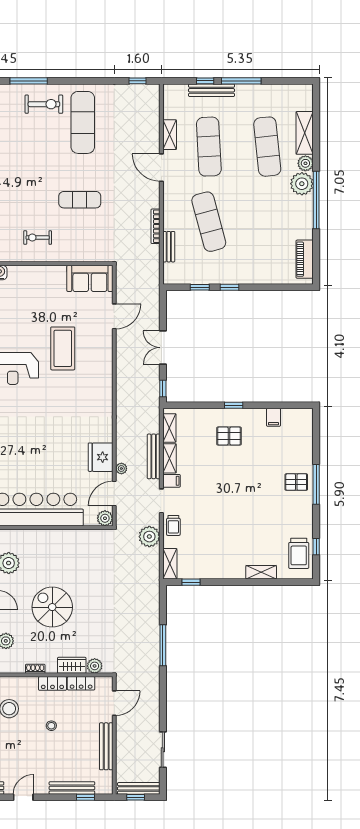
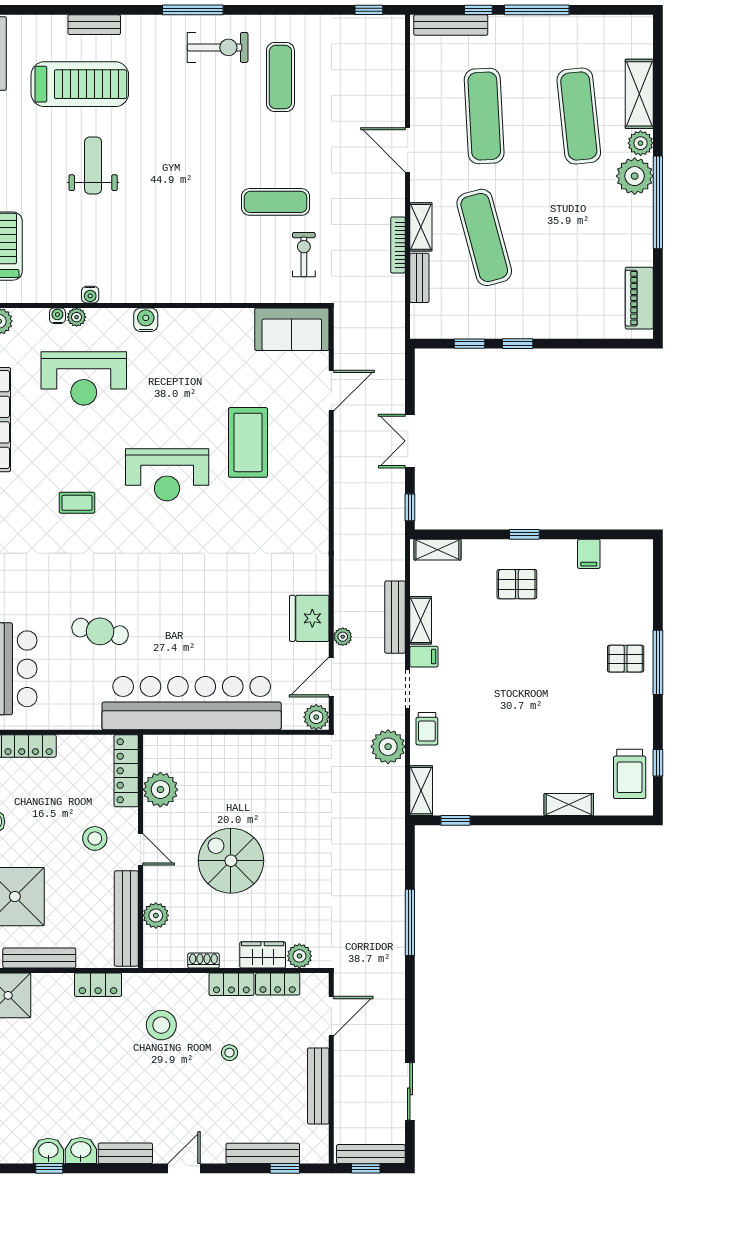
bench: (211, 90) -> (451, 25), moved
exercise mat: (83, 122) -> (280, 77), width x0.73, depth x0.69
shelving: (170, 135) -> (421, 227), moved
exercise bike: (38, 238) -> (304, 255), moved, turned 90
shelving: (169, 428) -> (437, 550), moved, turned 90

